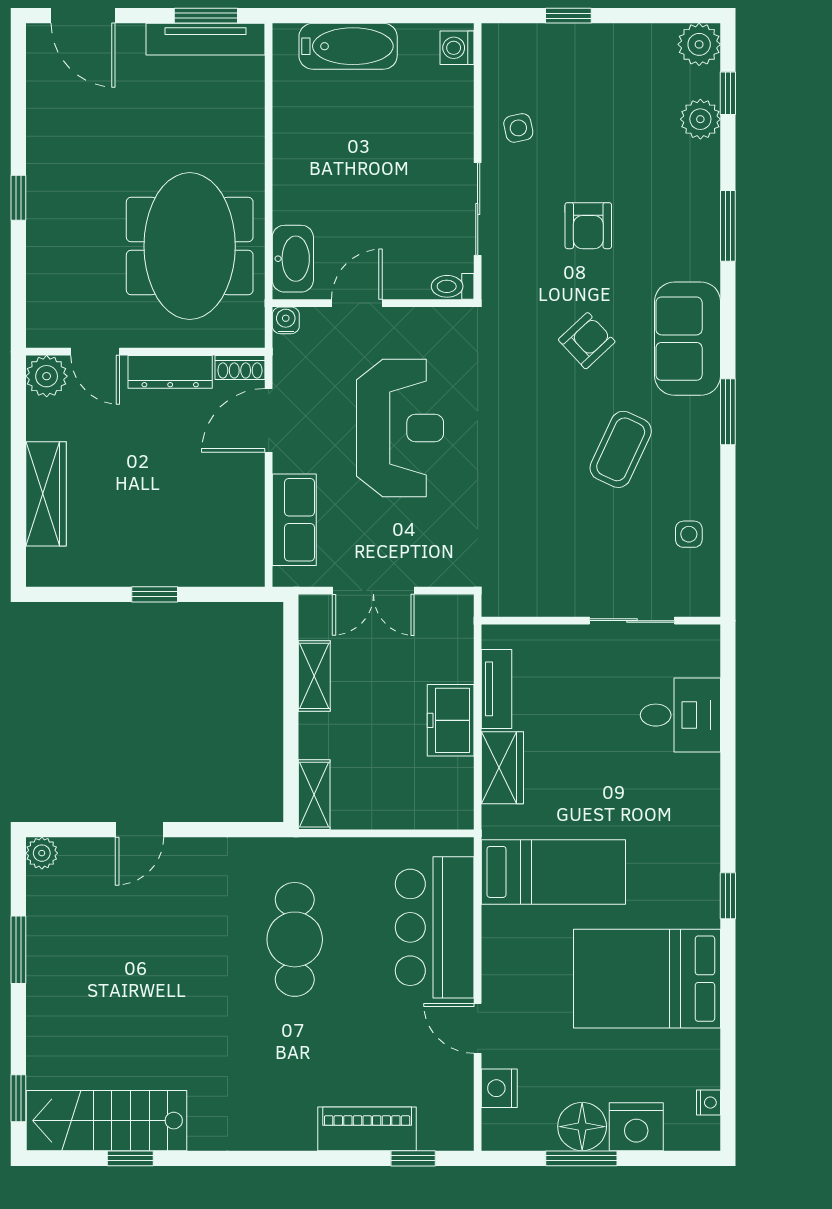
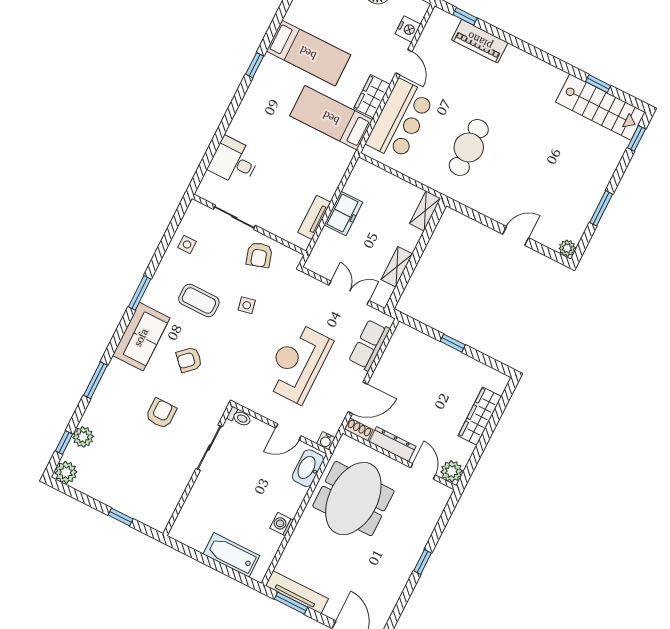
washing machine: (457, 48) -> (282, 524), moved, turned 180
side table: (518, 128) -> (247, 305), moved
coffee table: (621, 449) -> (199, 301), turned 65
armchair: (558, 578) -> (259, 255), added
wardrobe: (502, 768) -> (372, 96), moved
bed: (647, 979) -> (308, 53), width x0.67

